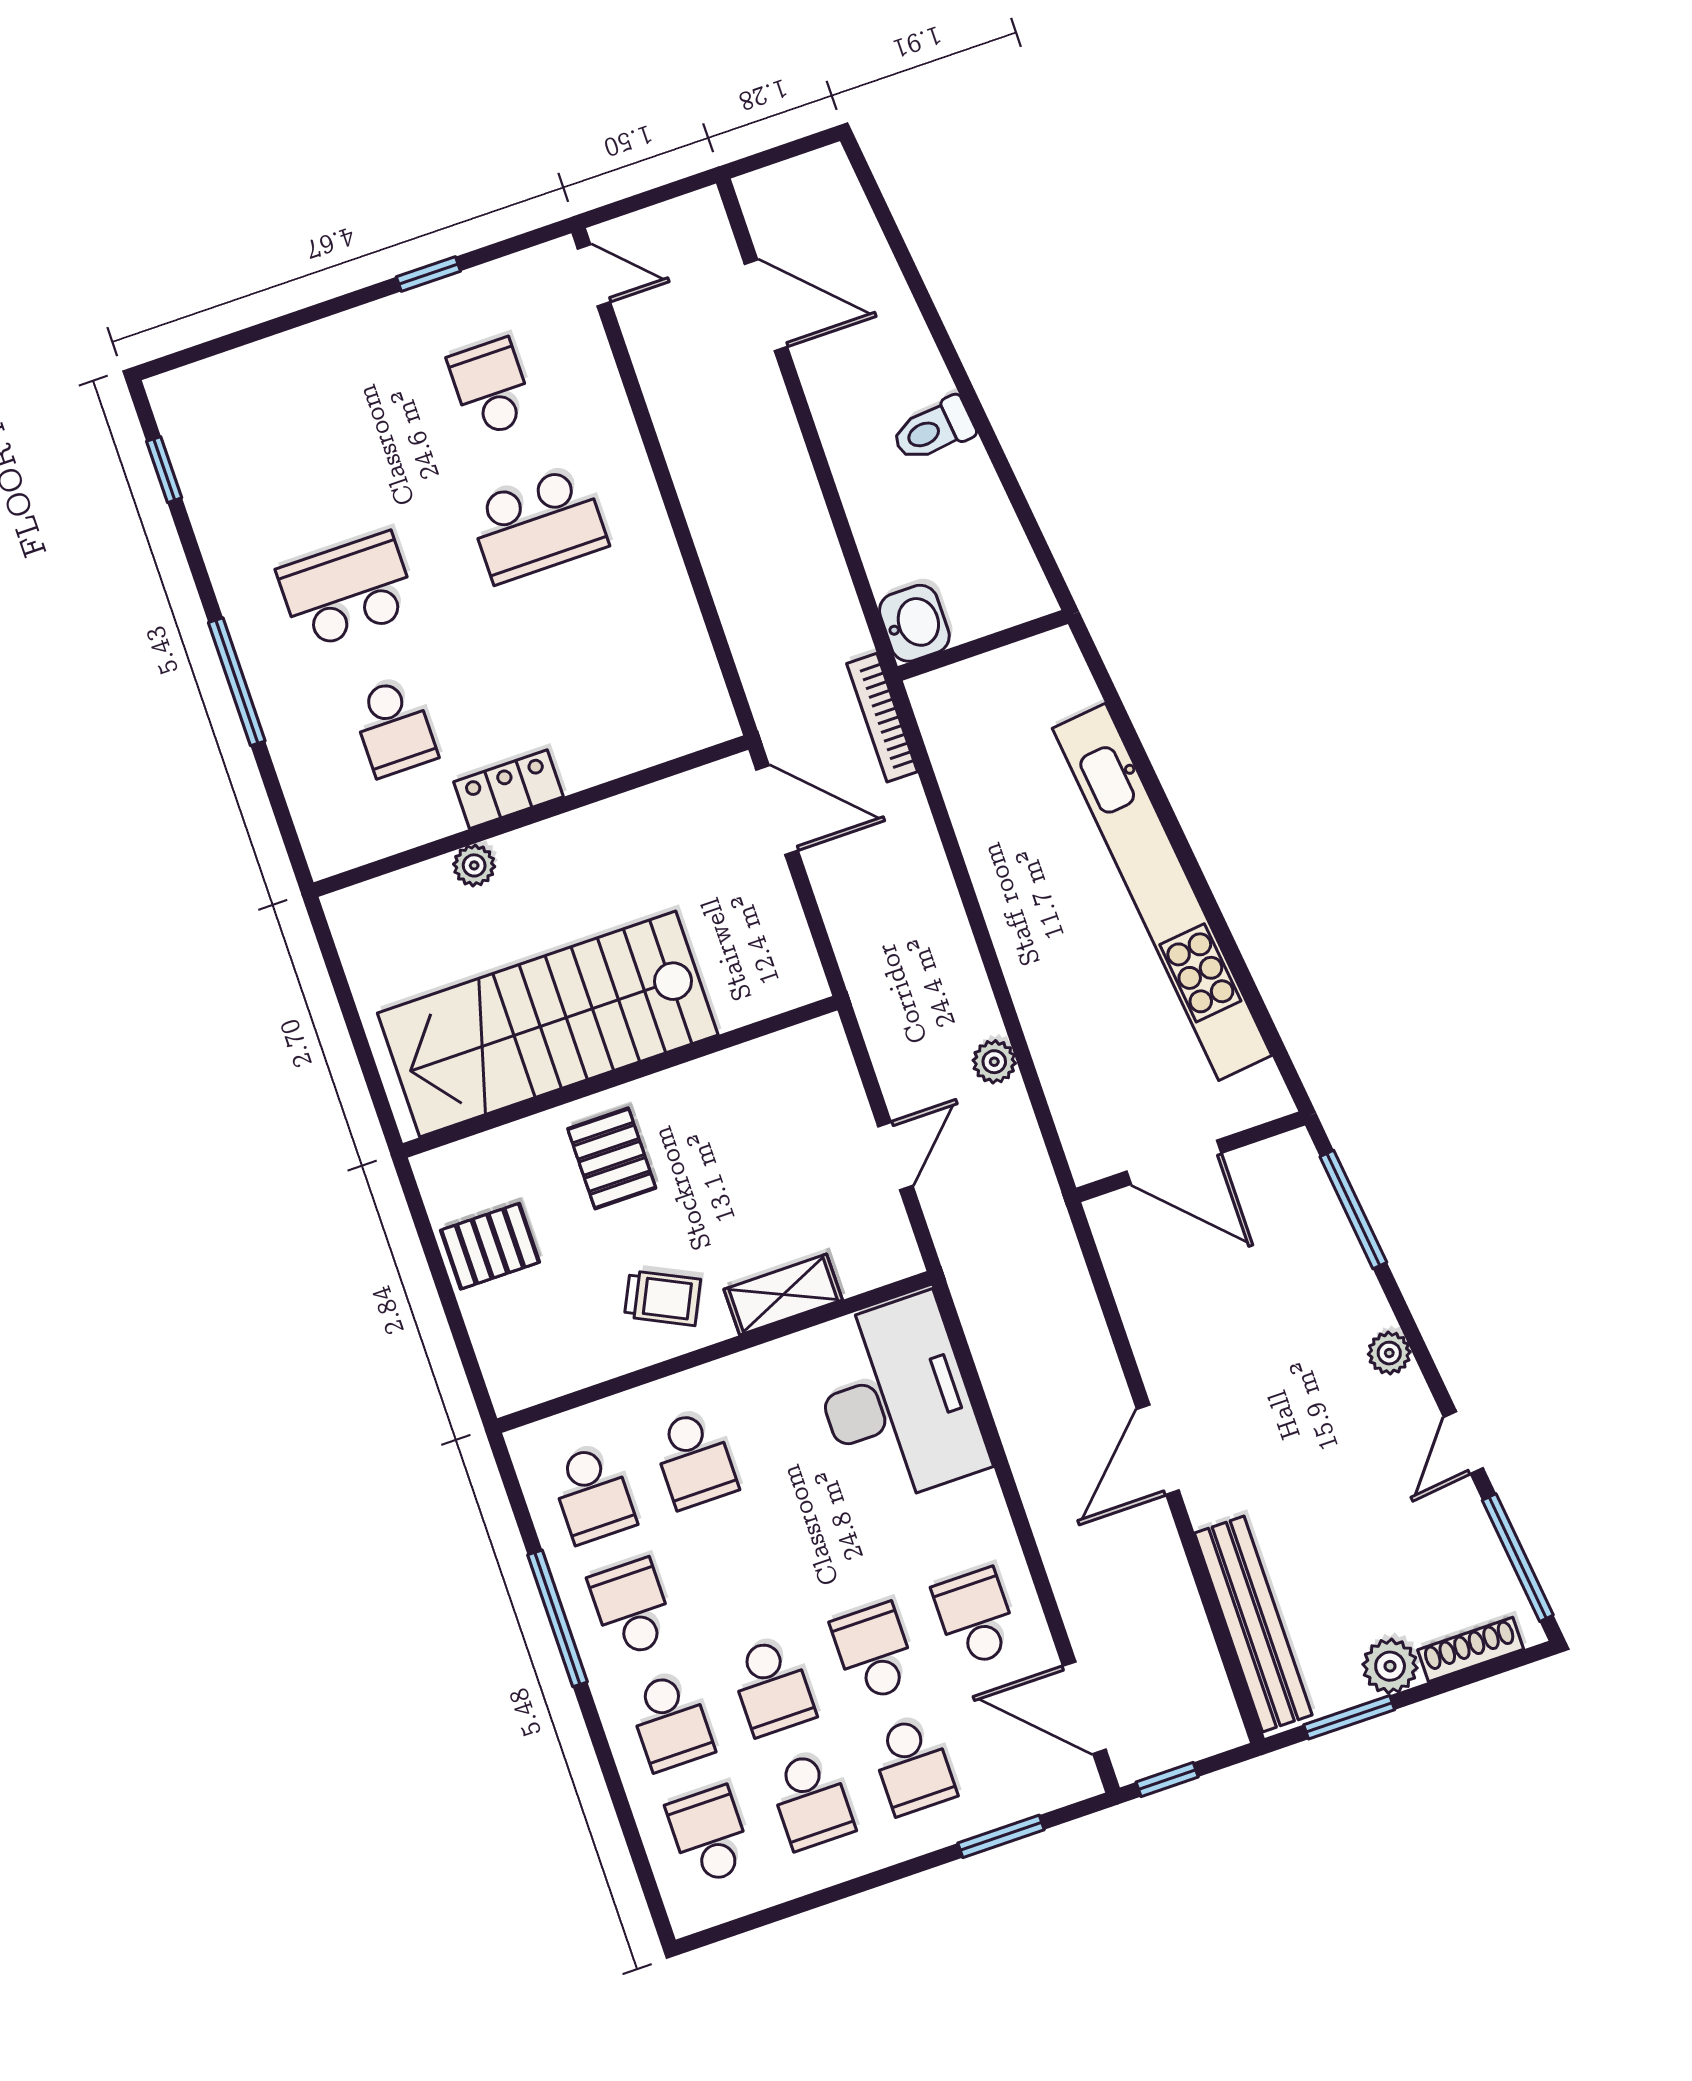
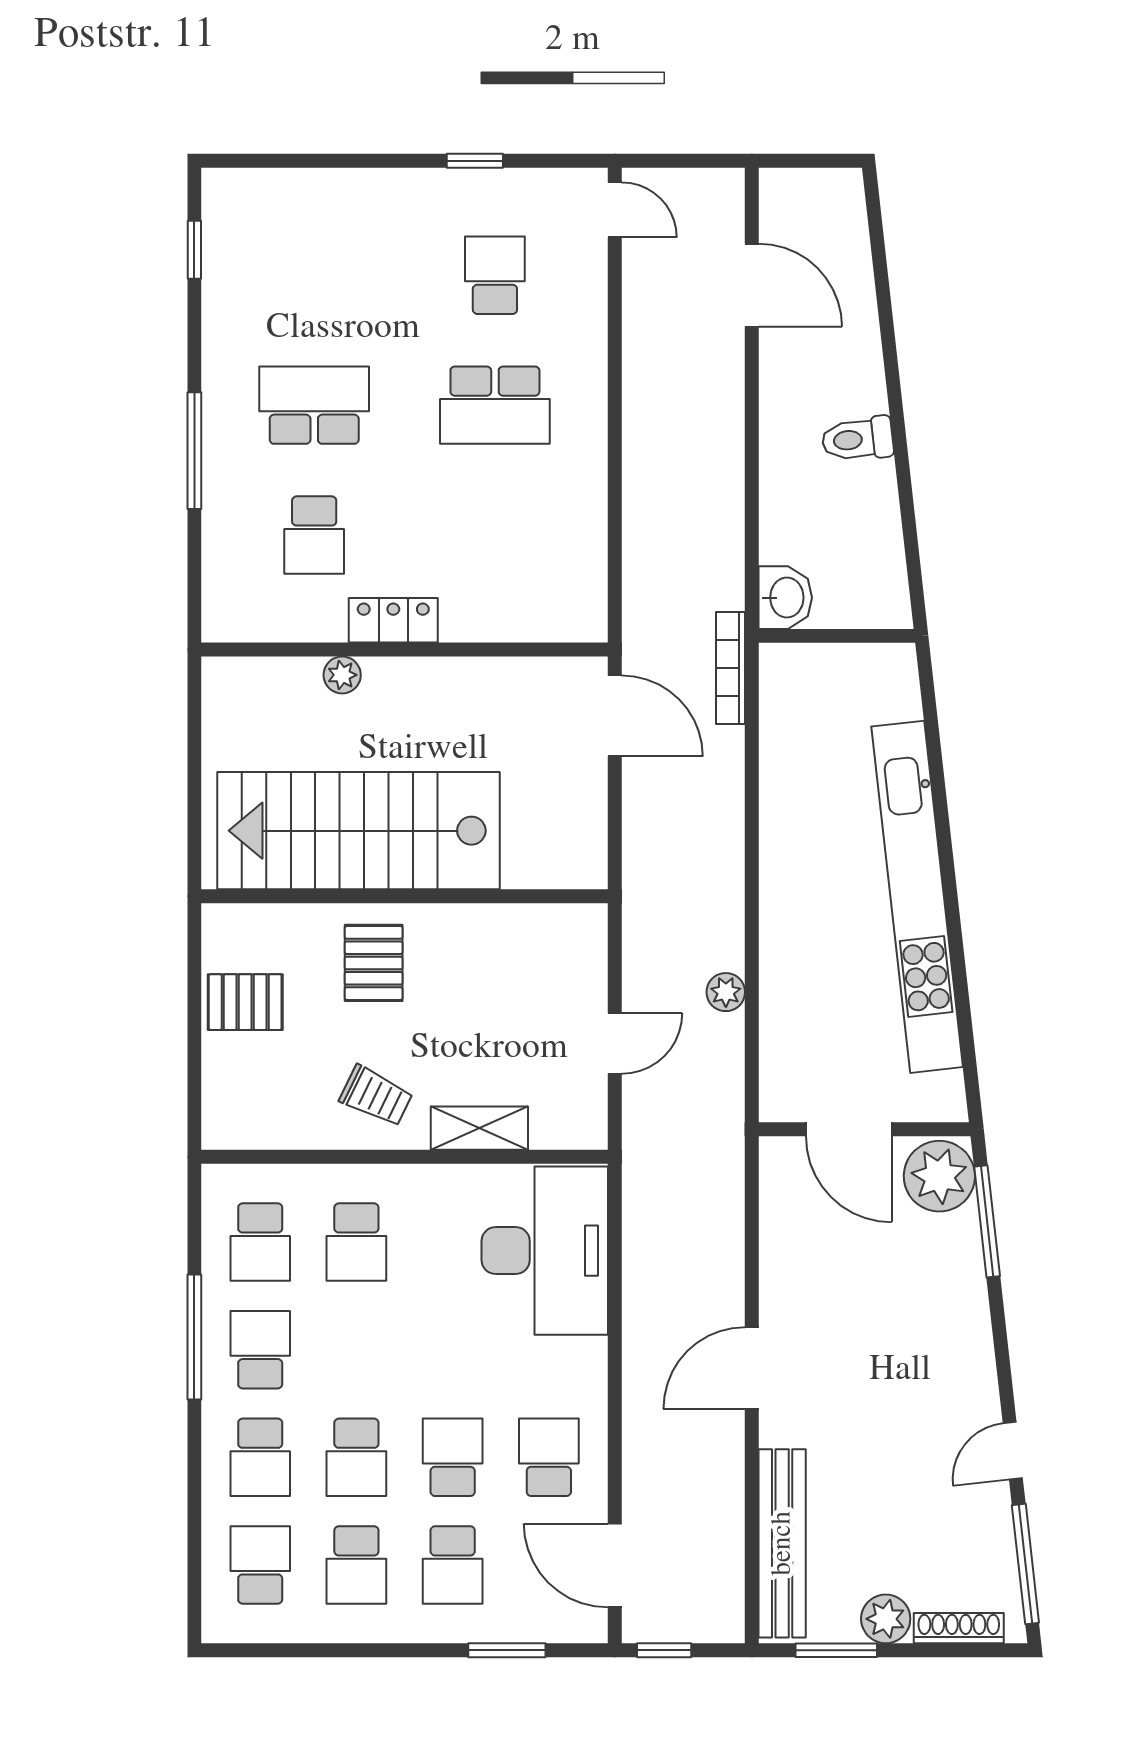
plant: (1389, 1353) -> (939, 1176), moved, width x1.88, depth x1.88

